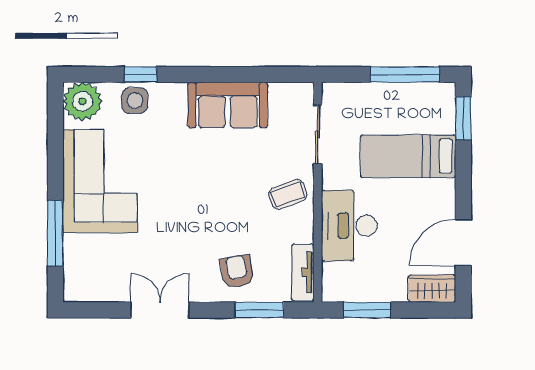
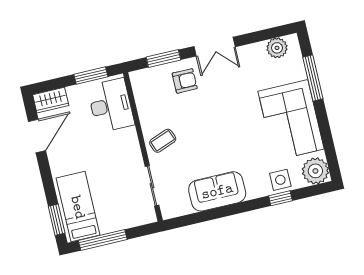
bed: (408, 156) -> (78, 207), moved, turned -90
desk: (349, 226) -> (111, 105), moved
armchair: (237, 271) -> (185, 81), turned -80
tv unit: (303, 272) -> (140, 91), removed
plant: (96, 288) -> (277, 48), added
double door: (160, 310) -> (215, 47), moved

